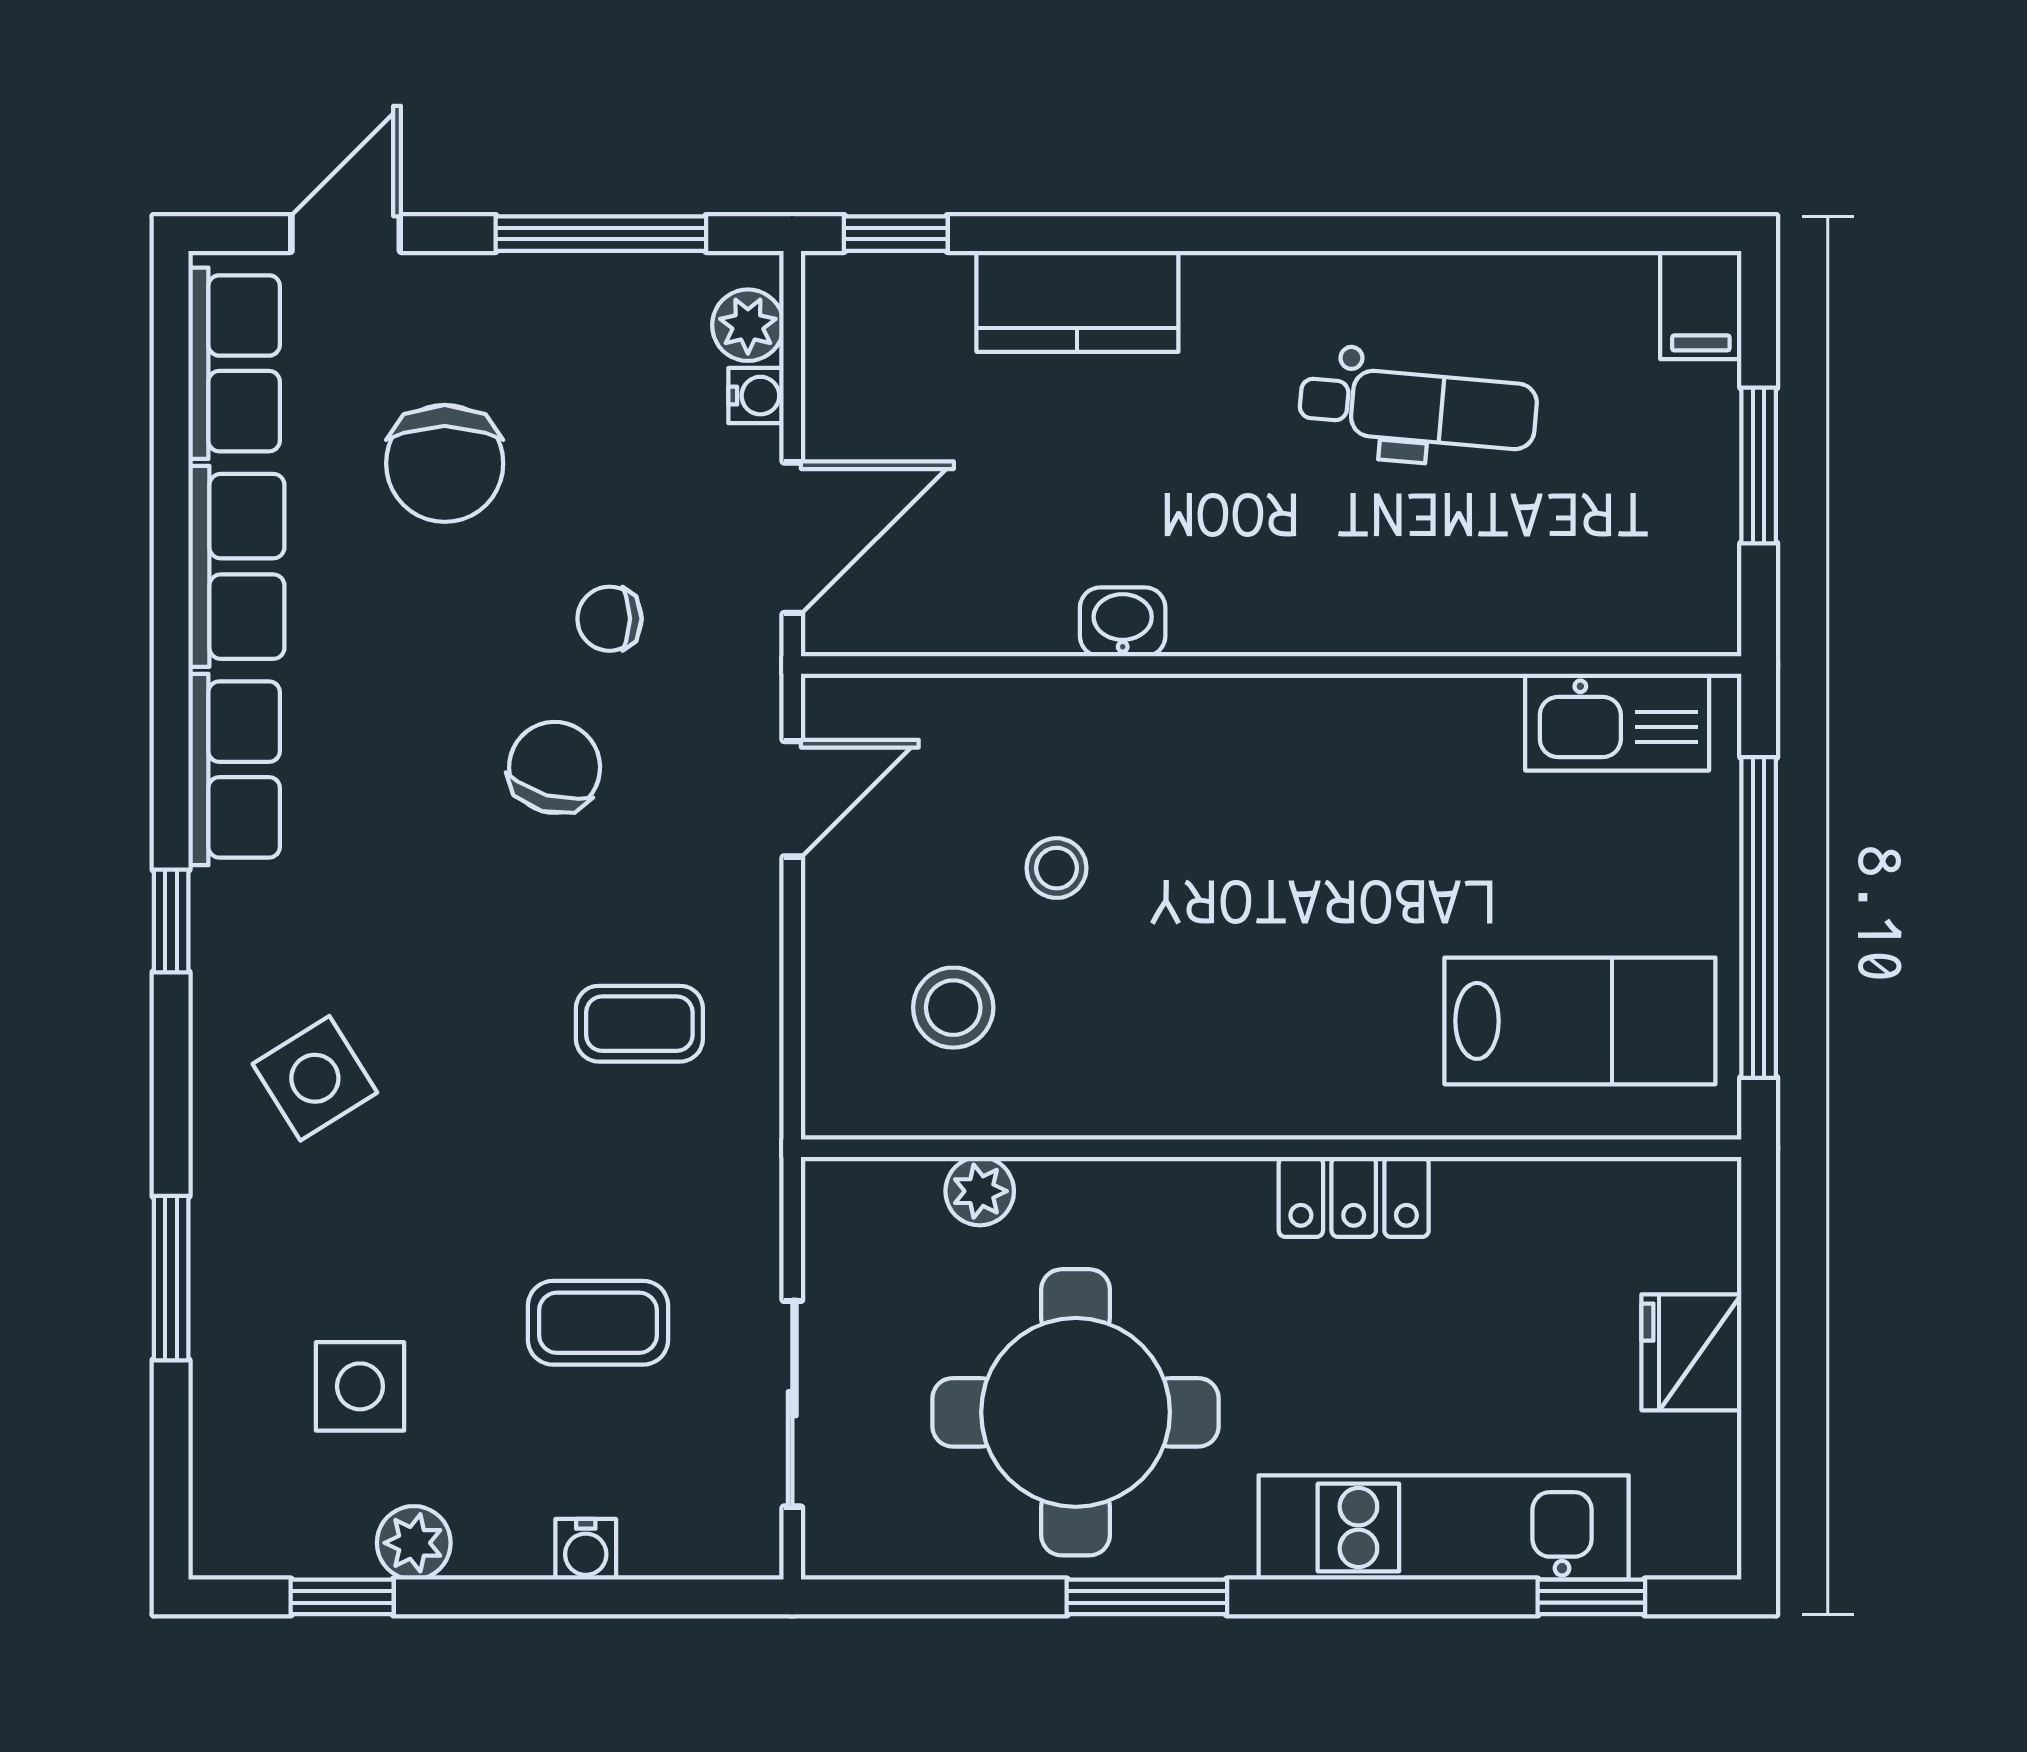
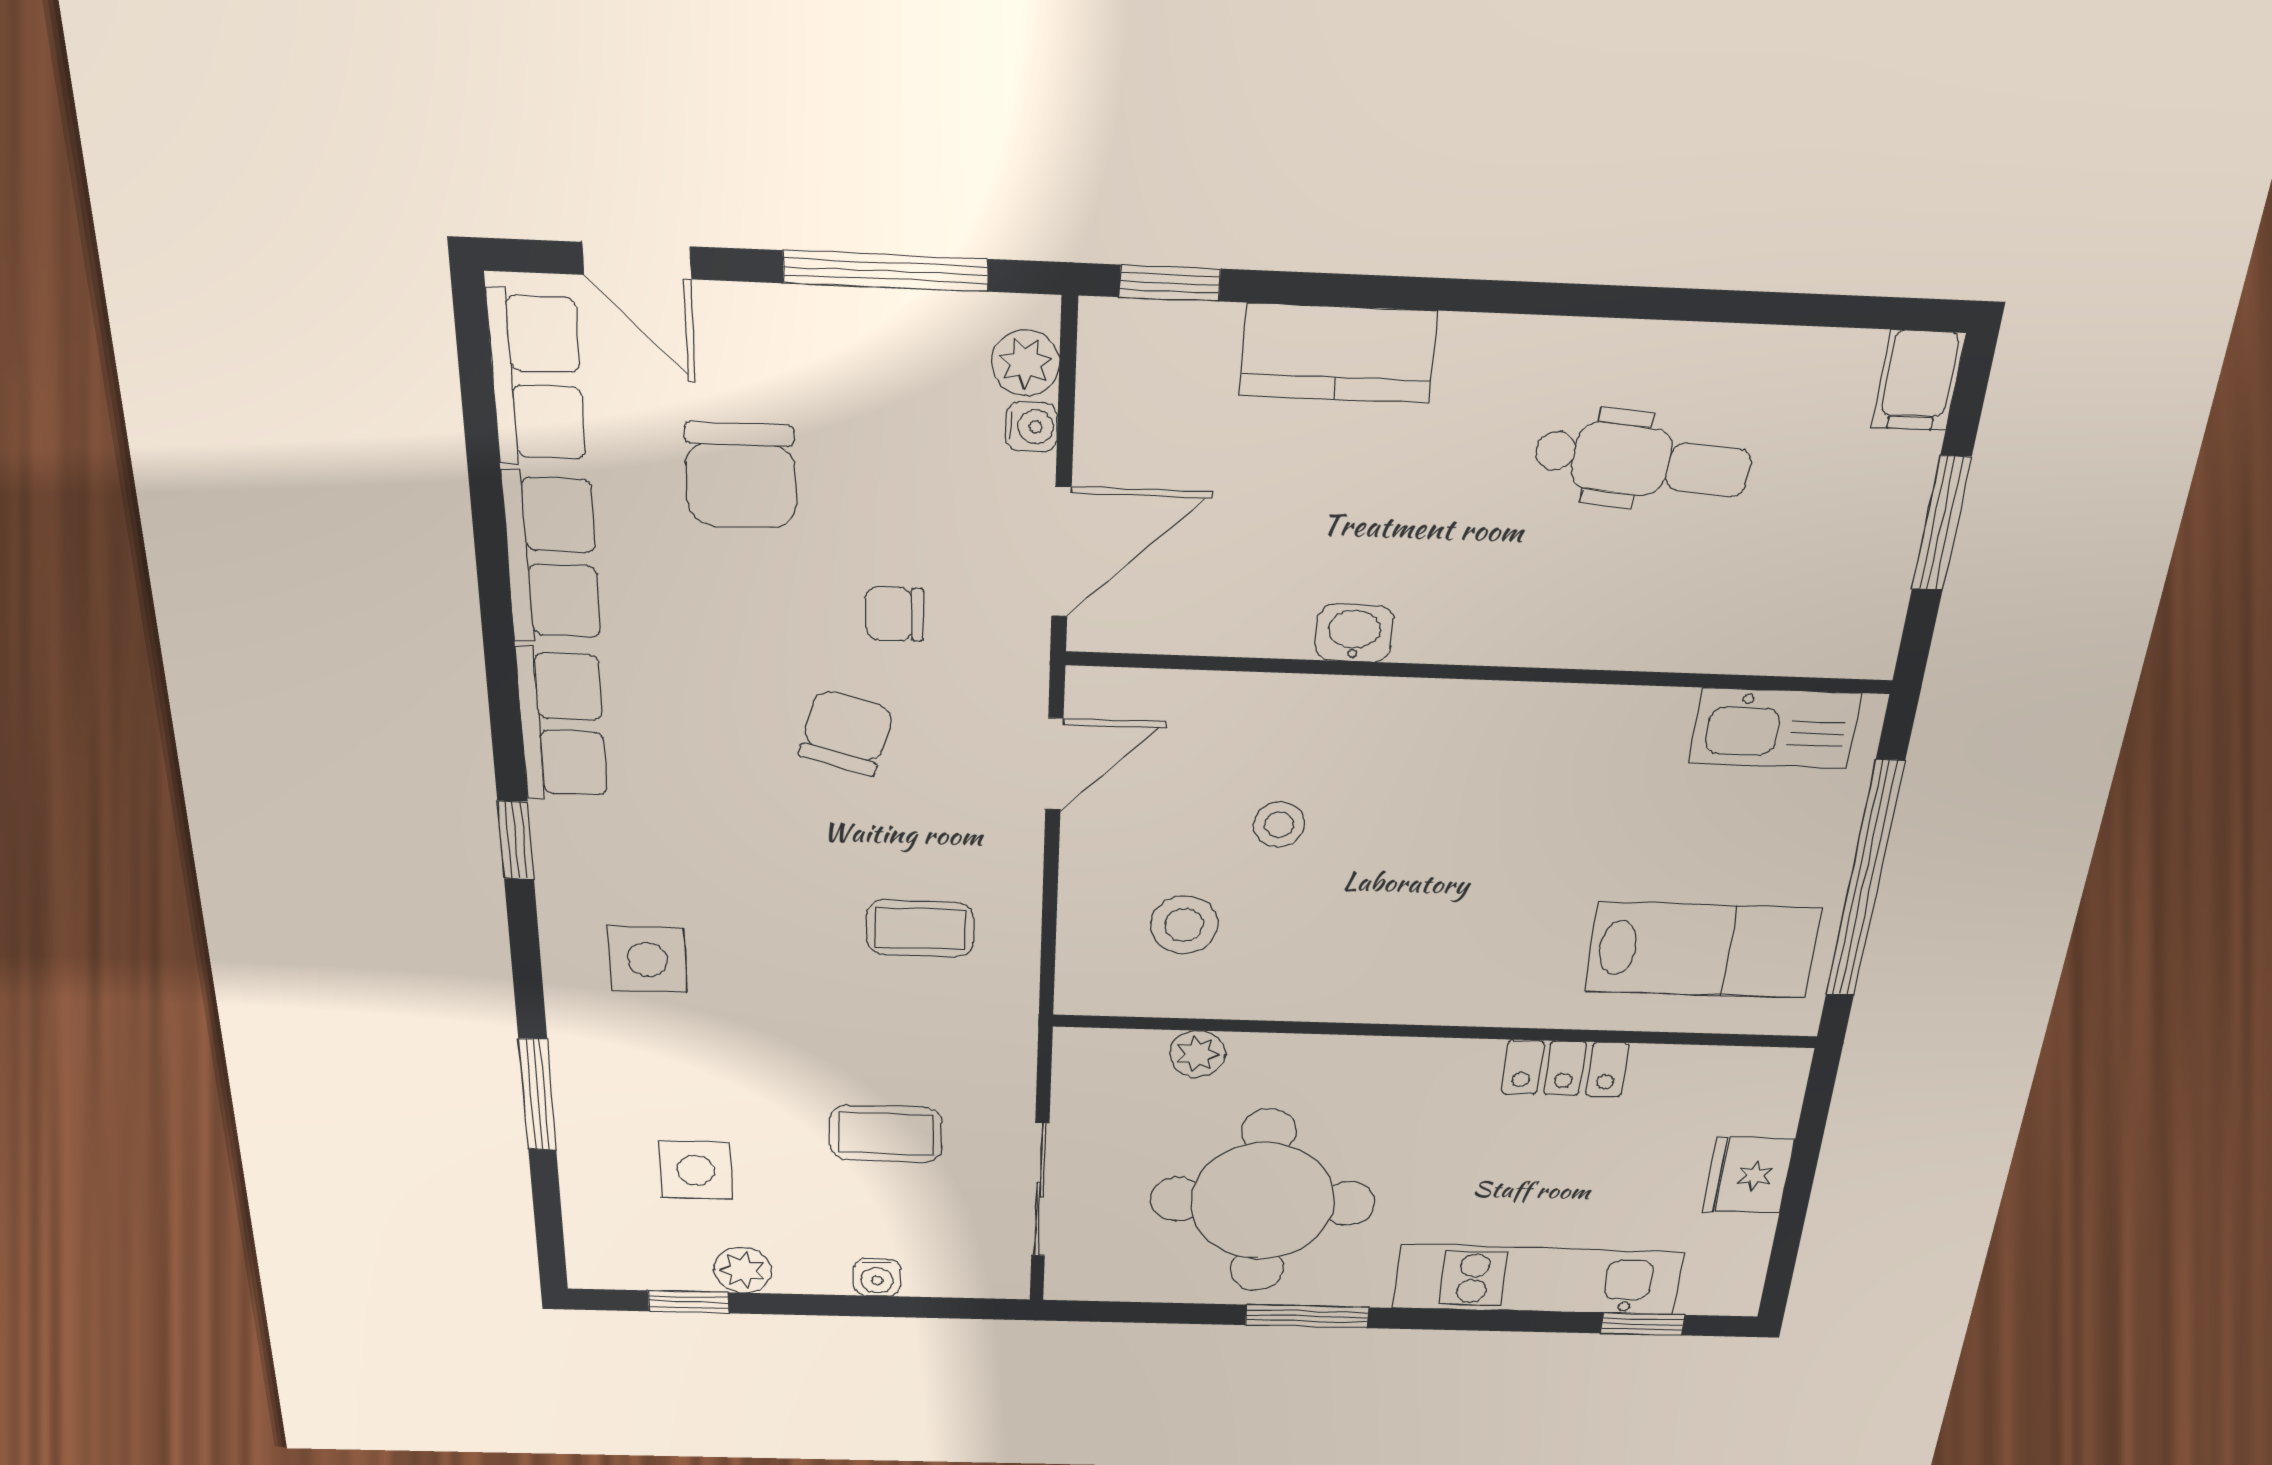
door: (346, 234) -> (637, 261), swing flipped
side table: (315, 1078) -> (647, 960), turned 32
locker: (1354, 1197) -> (1565, 1068), moved

